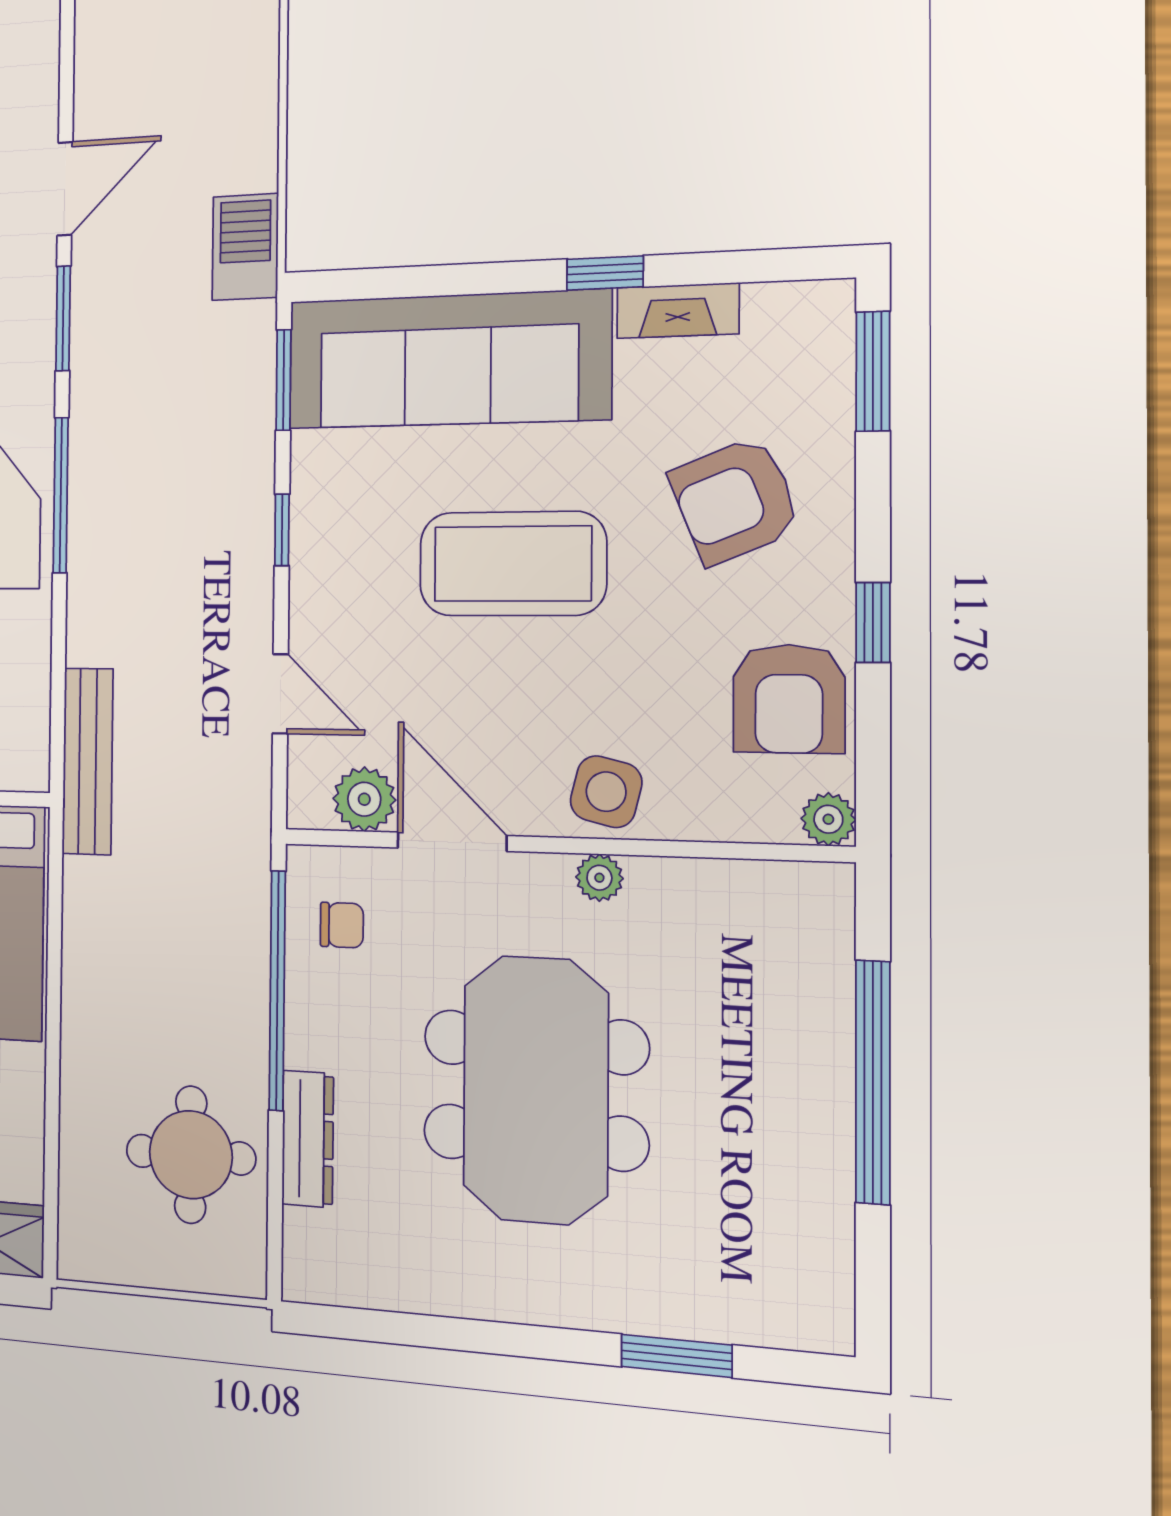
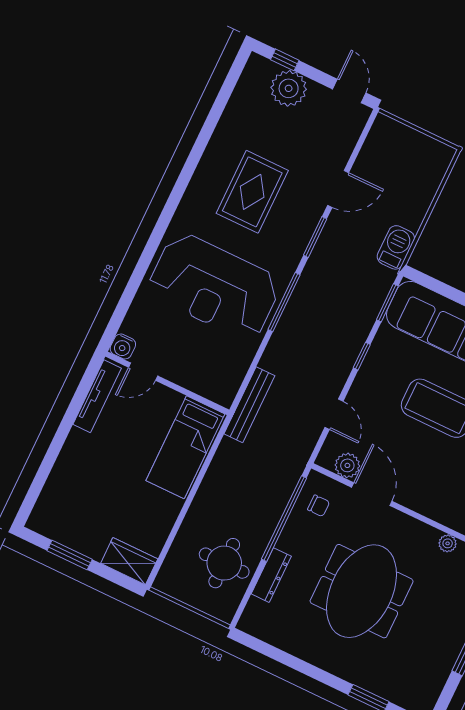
side table: (606, 792) -> (433, 501), removed
plant: (599, 878) -> (448, 543), moved

